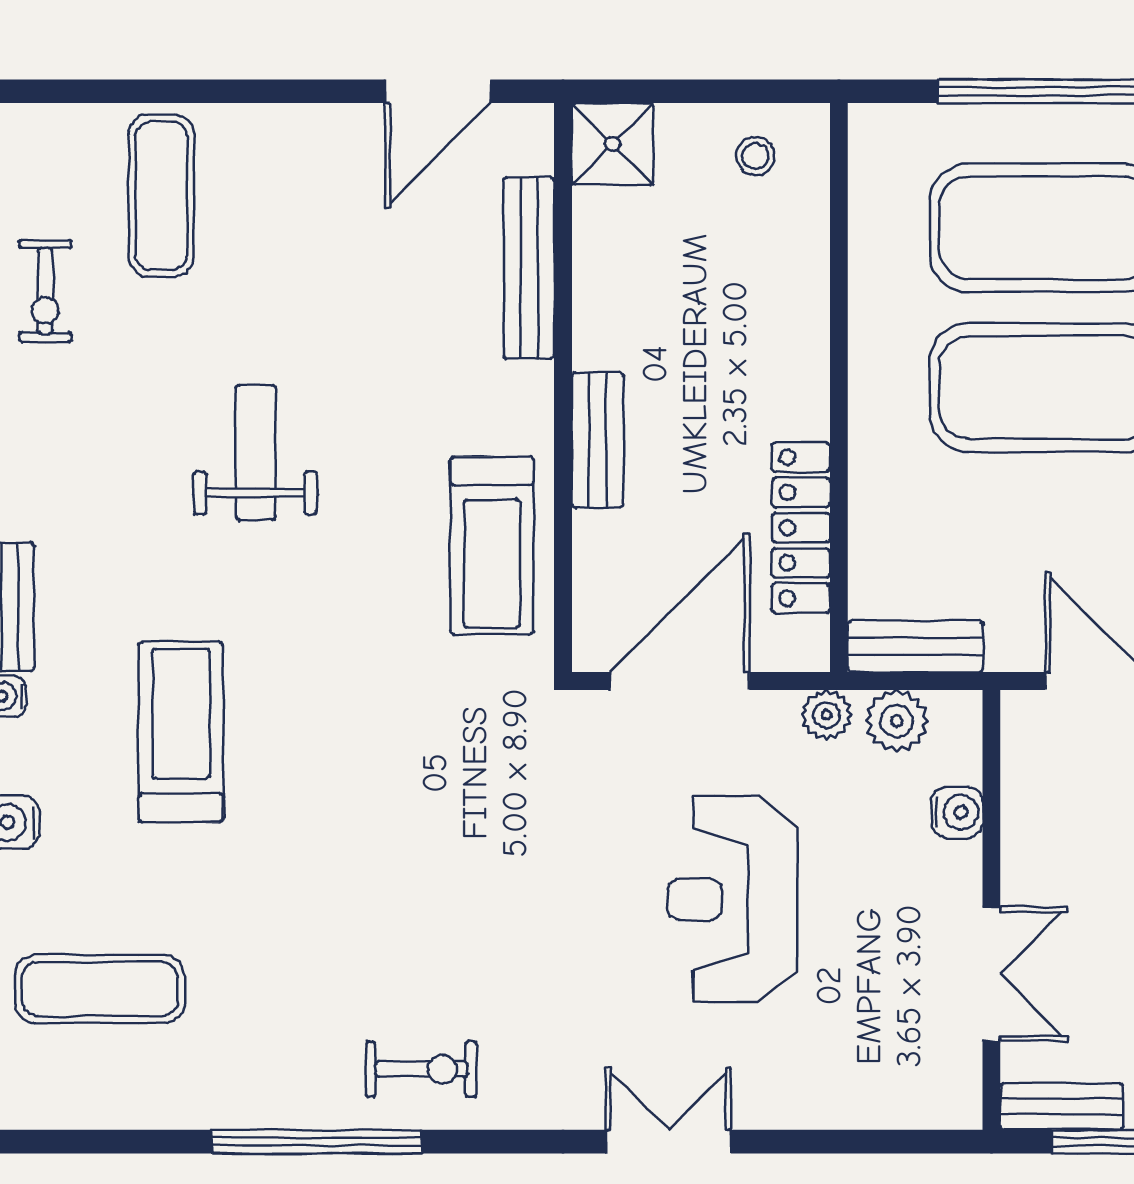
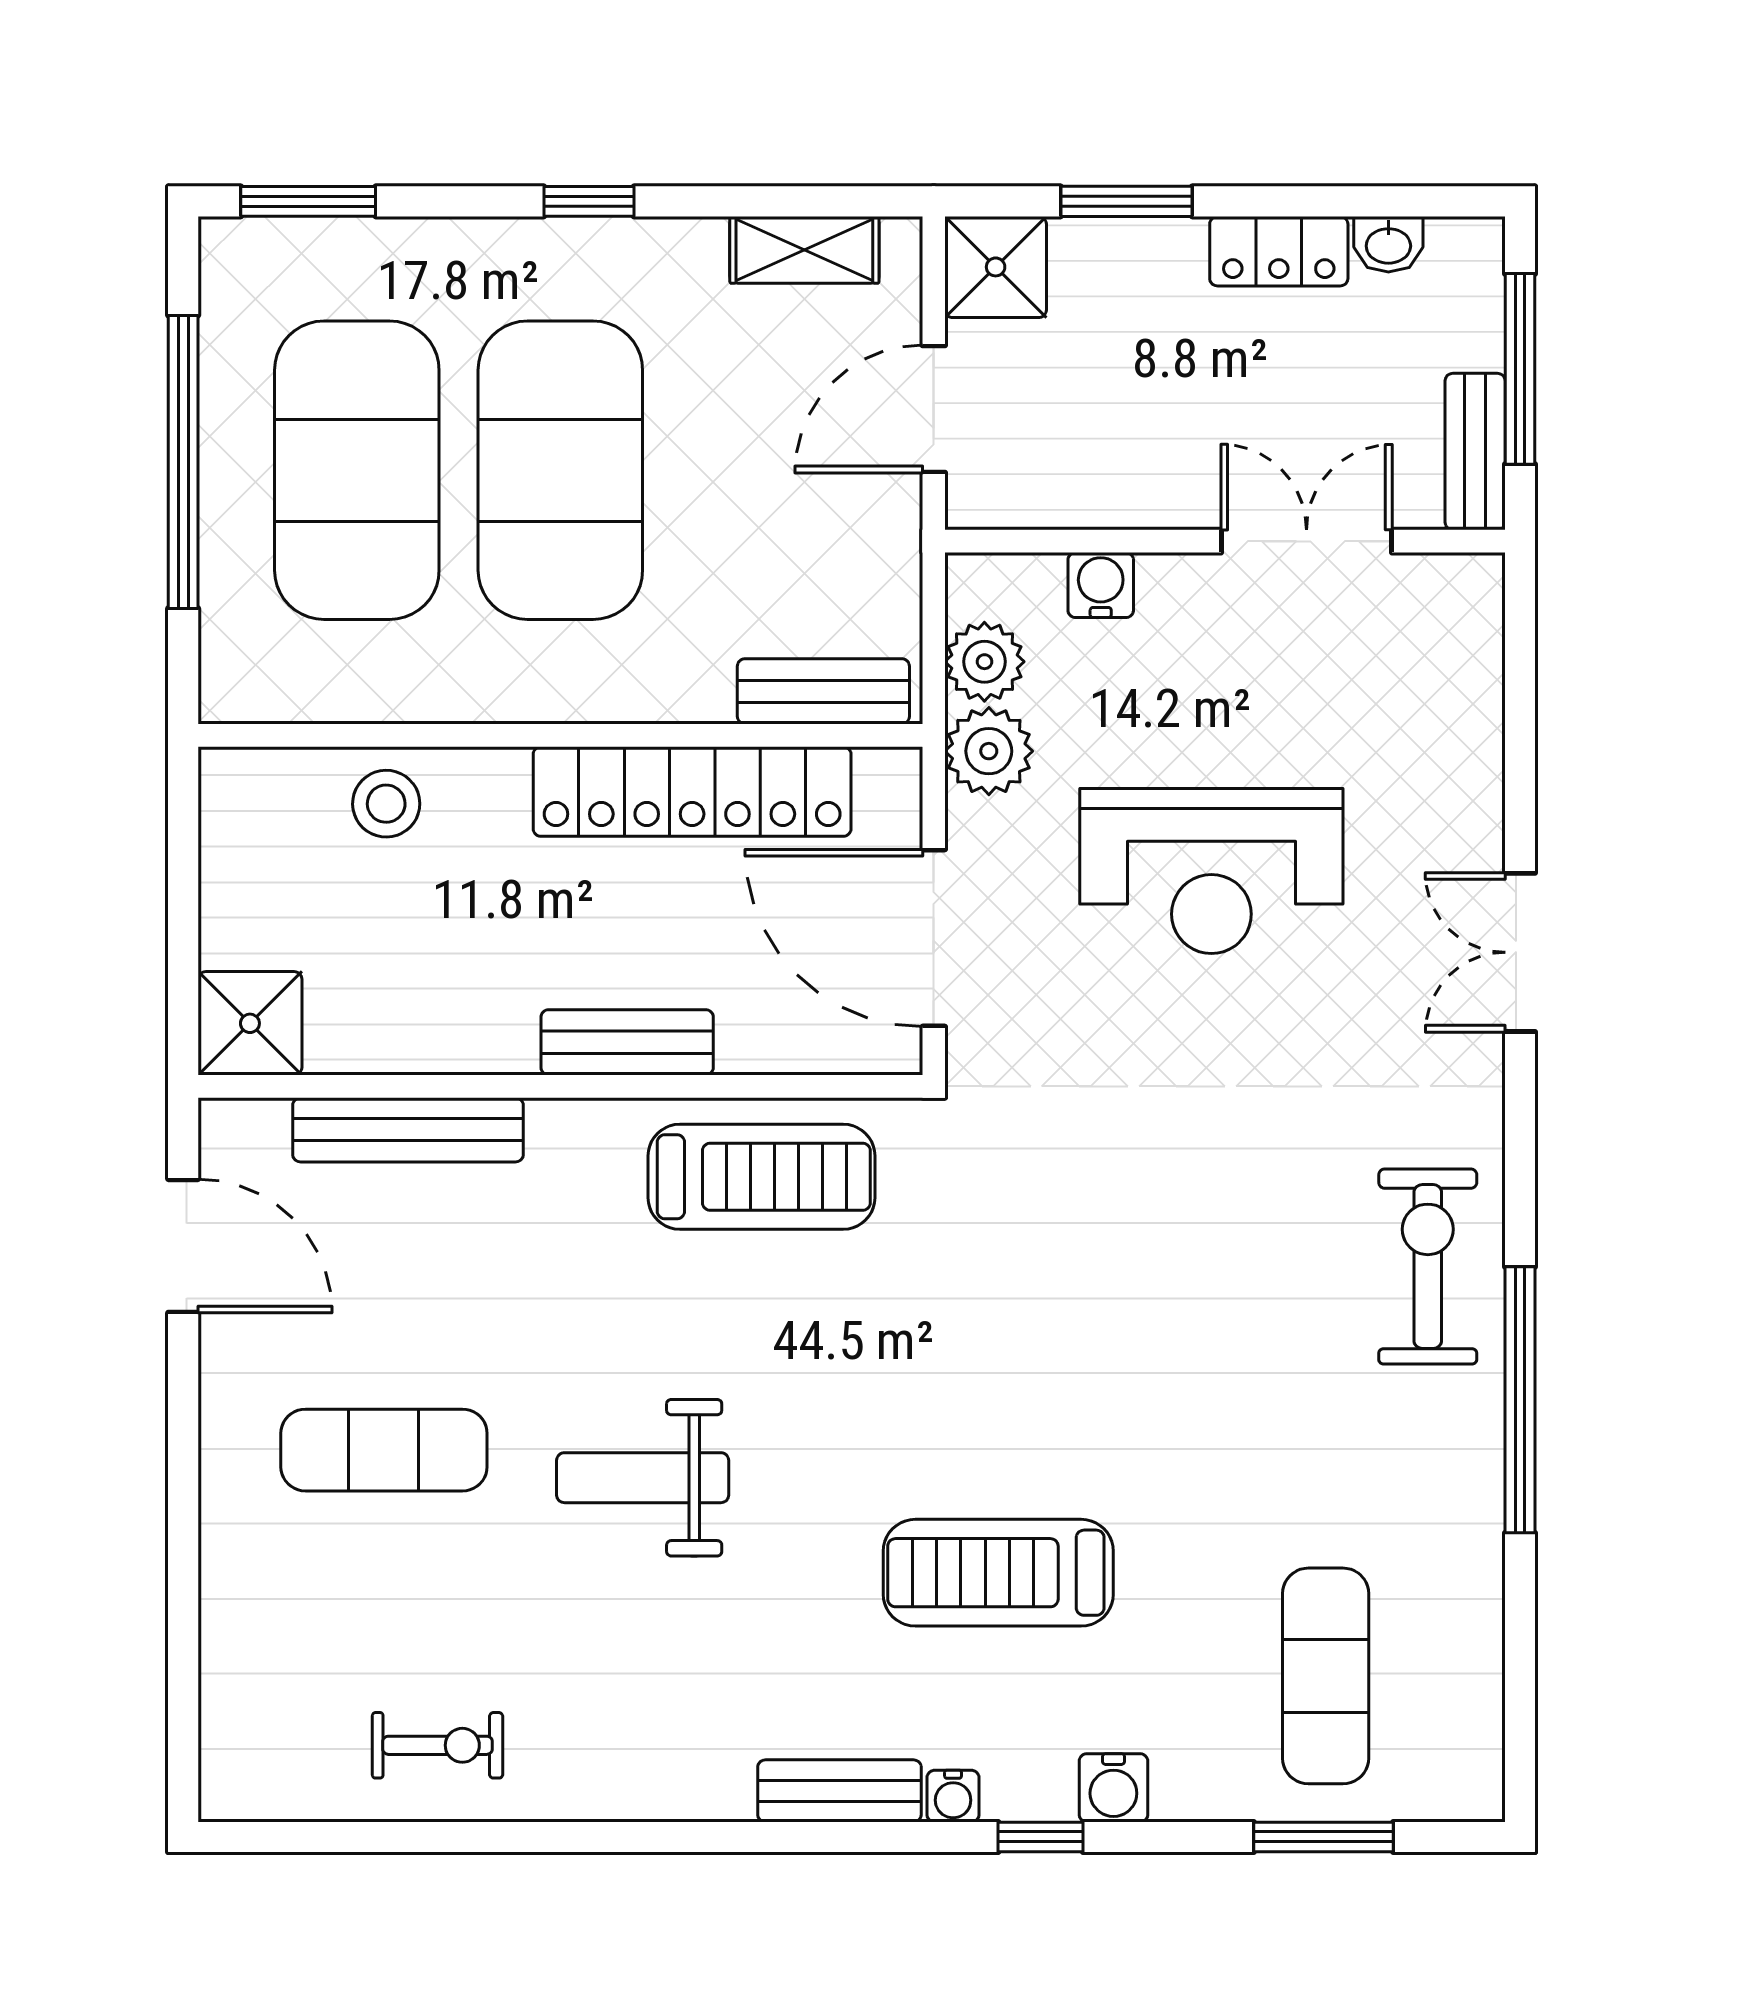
stool: (755, 156) -> (386, 804), moved, width x1.37, depth x1.37
exercise mat: (161, 196) -> (384, 1450), moved
locker: (801, 528) -> (692, 792), width x1.41, depth x1.21
bench: (915, 646) -> (823, 691), moved, turned 90
plant: (826, 715) -> (989, 751), width x1.38, depth x1.38
exercise bike: (422, 1069) -> (1428, 1267), width x1.38, depth x1.39

